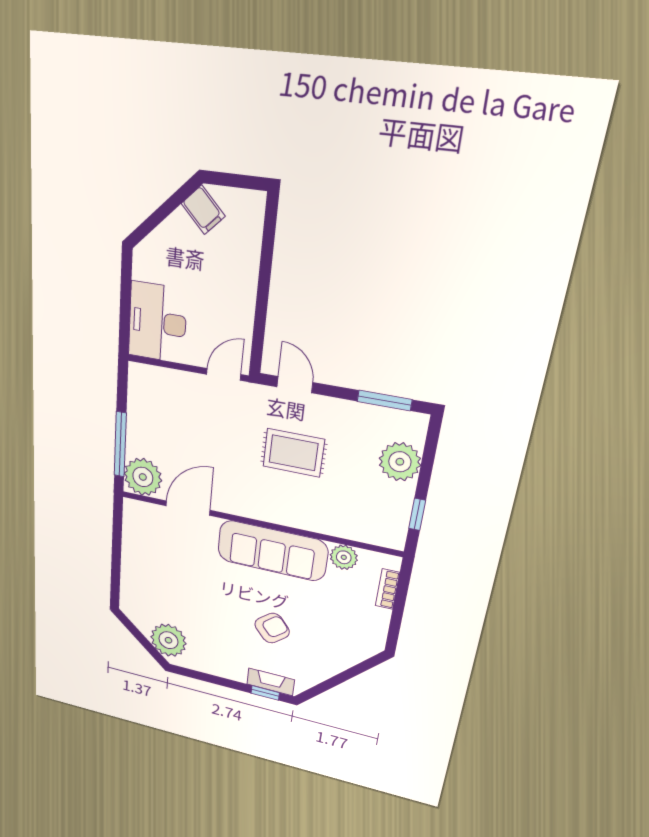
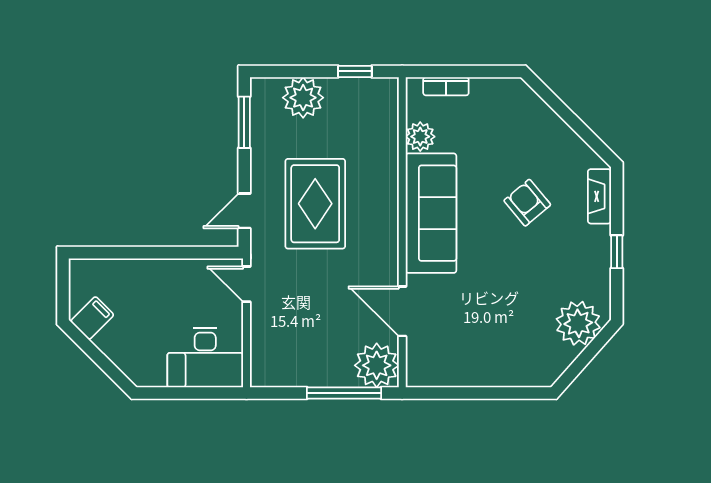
rug: (293, 453) -> (315, 204), width x1.36, depth x1.43
window: (265, 693) -> (617, 252), moved

